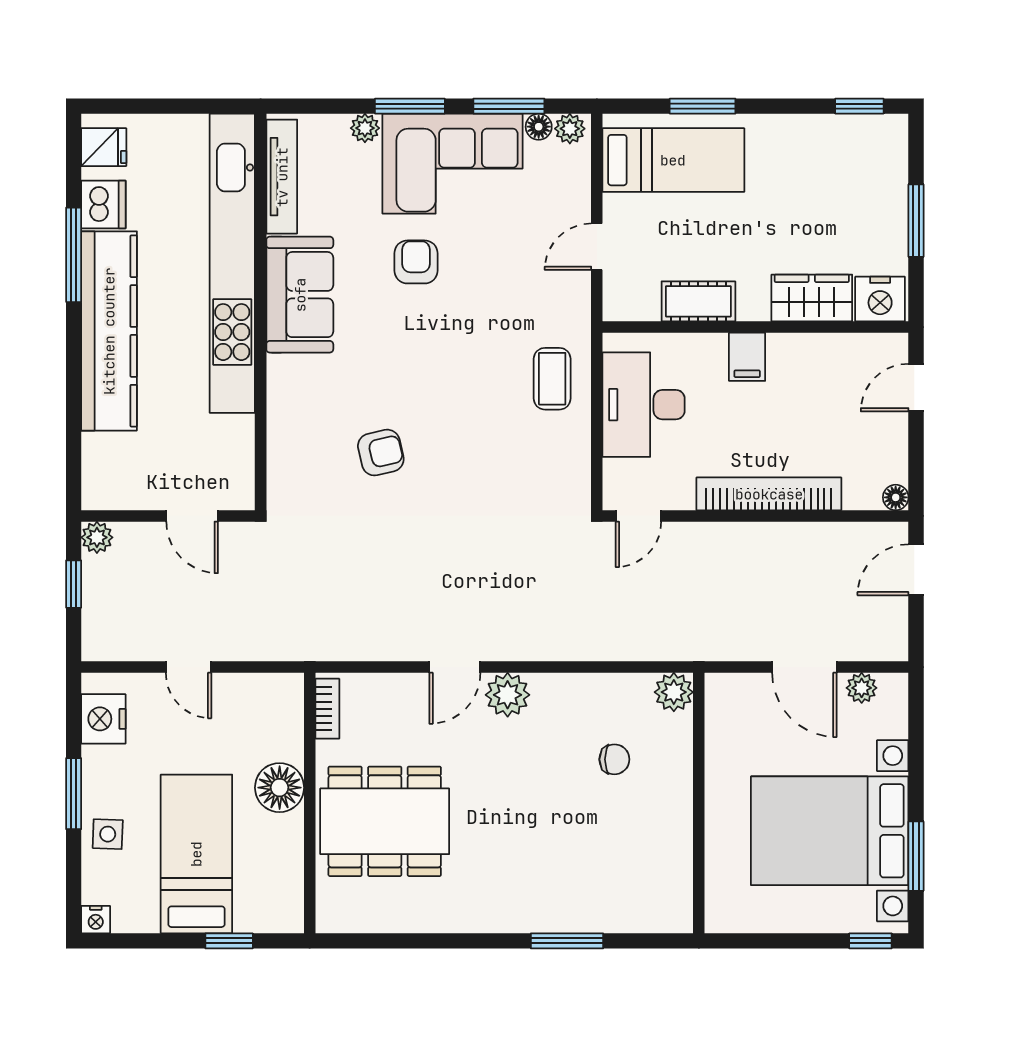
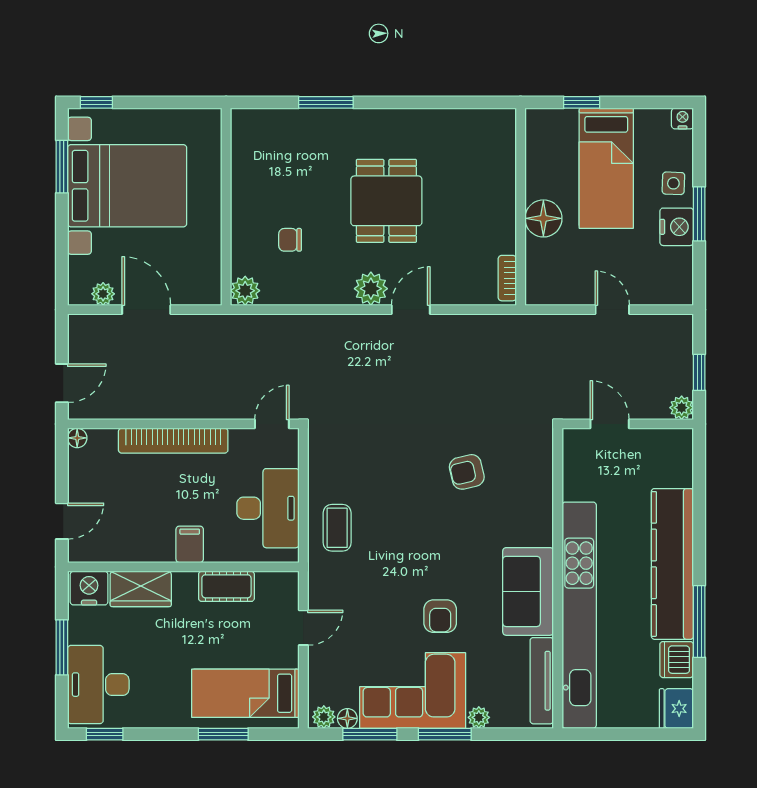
fridge: (104, 147) -> (676, 709), width x1.38
desk: (868, 172) -> (98, 685), added
nightstand: (103, 719) -> (677, 227), moved
dining table: (385, 821) -> (386, 201), moved, width x0.73

